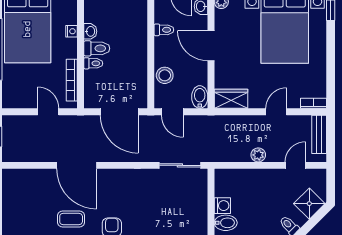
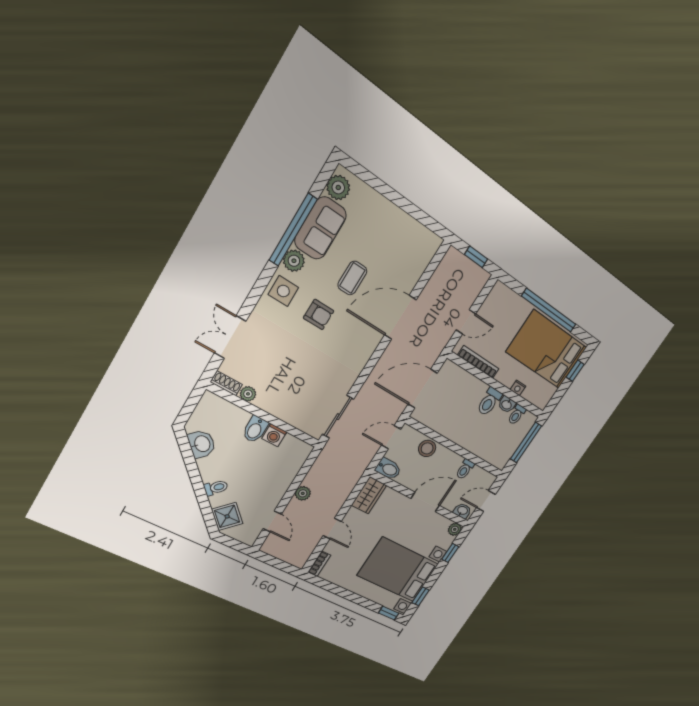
toilet: (93, 63) -> (517, 415), moved
bench: (319, 134) -> (288, 555), removed

